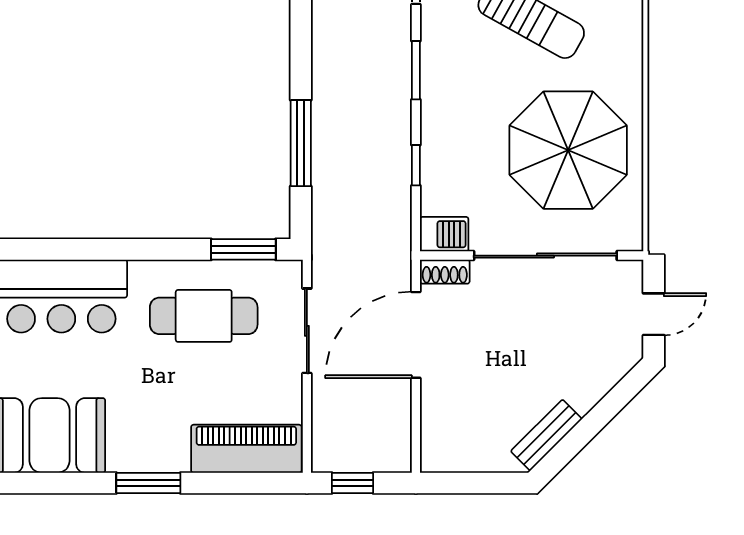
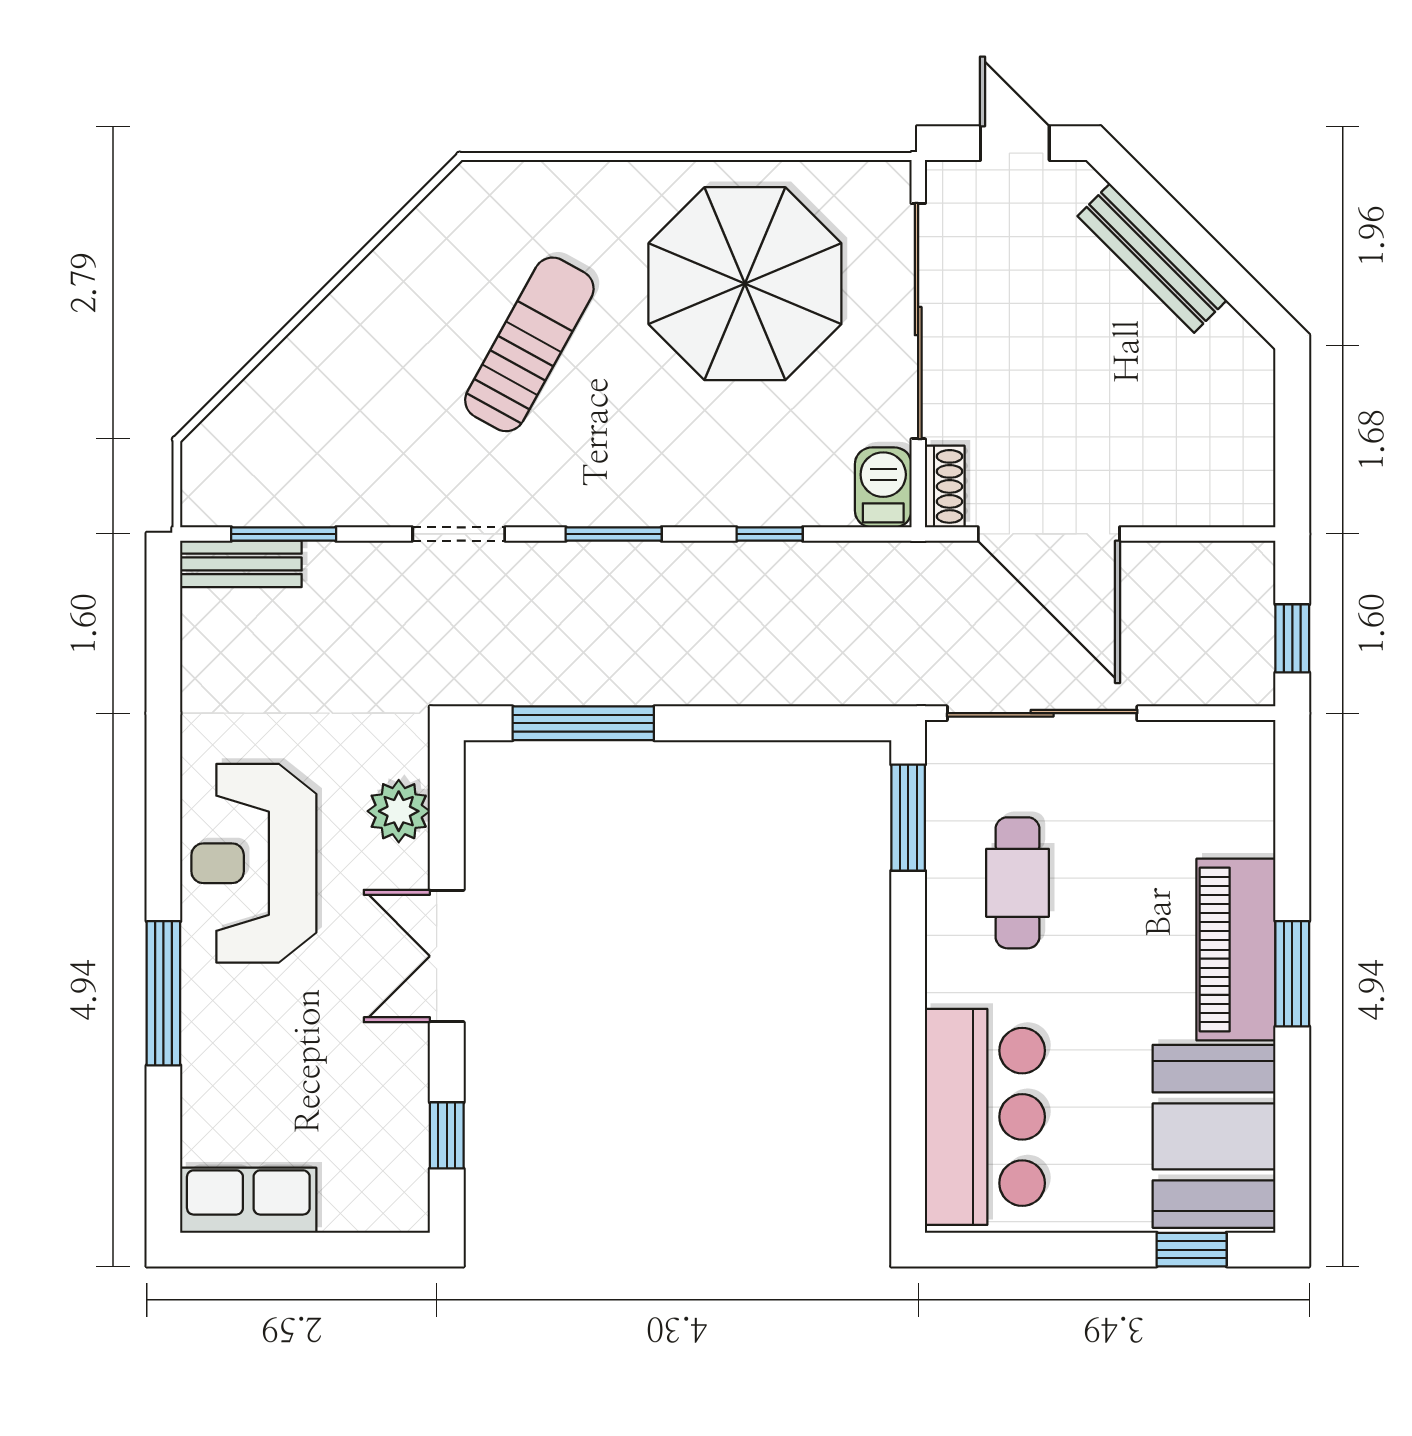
window: (301, 143) -> (583, 723), moved
cafe table: (204, 316) -> (1017, 883), width x0.73, depth x0.74
sliding door: (307, 331) -> (1042, 713), width x1.37
bench: (546, 435) -> (1152, 258), moved, width x1.36
piano: (246, 449) -> (1236, 950), moved

